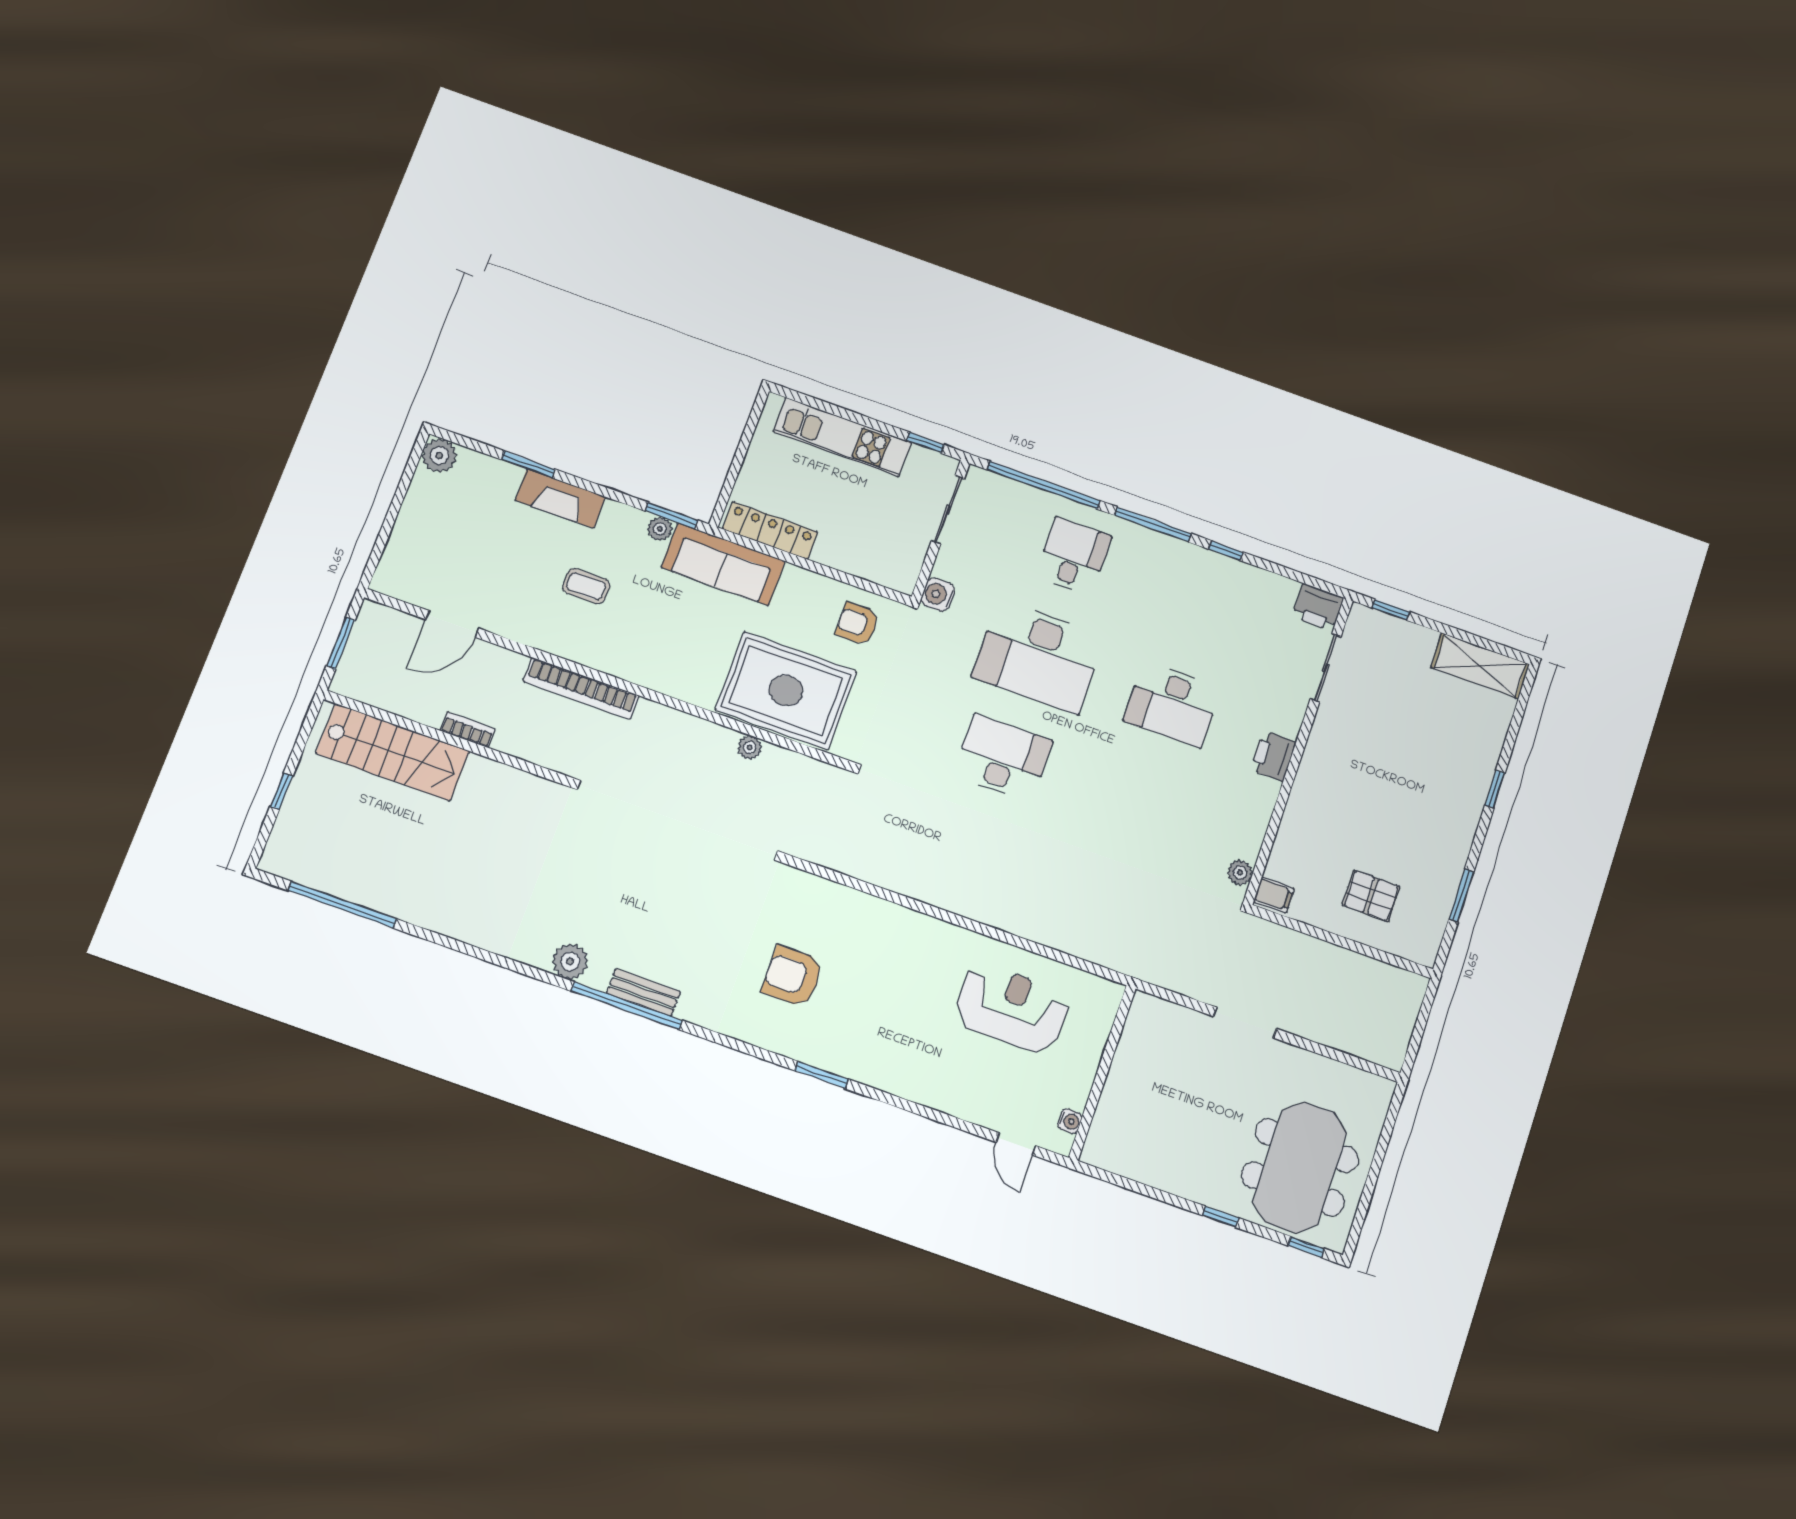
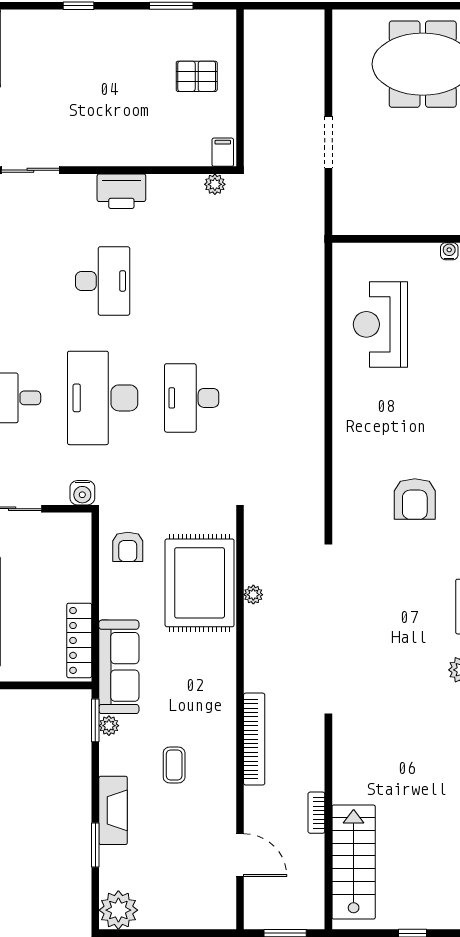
plant: (439, 455) -> (118, 910), width x1.36, depth x1.36
desk: (1038, 656) -> (103, 398), turned 180
printer: (1273, 756) -> (121, 191), width x1.37, depth x1.19
pallet: (1371, 896) -> (197, 76), turned 90

